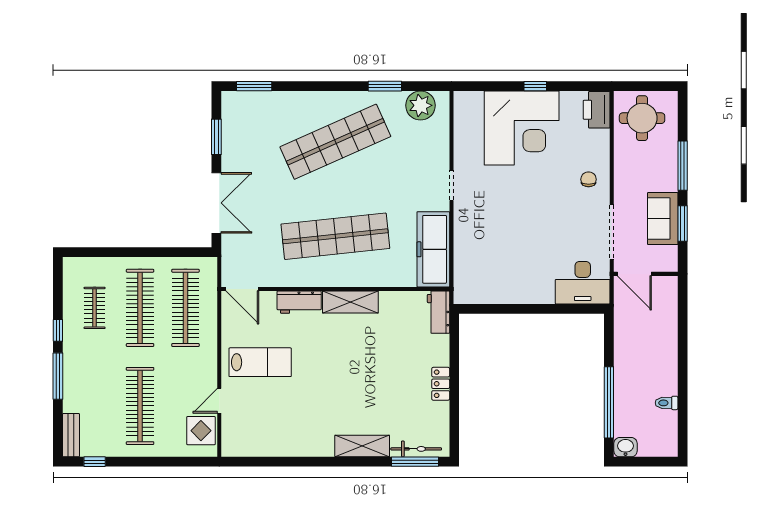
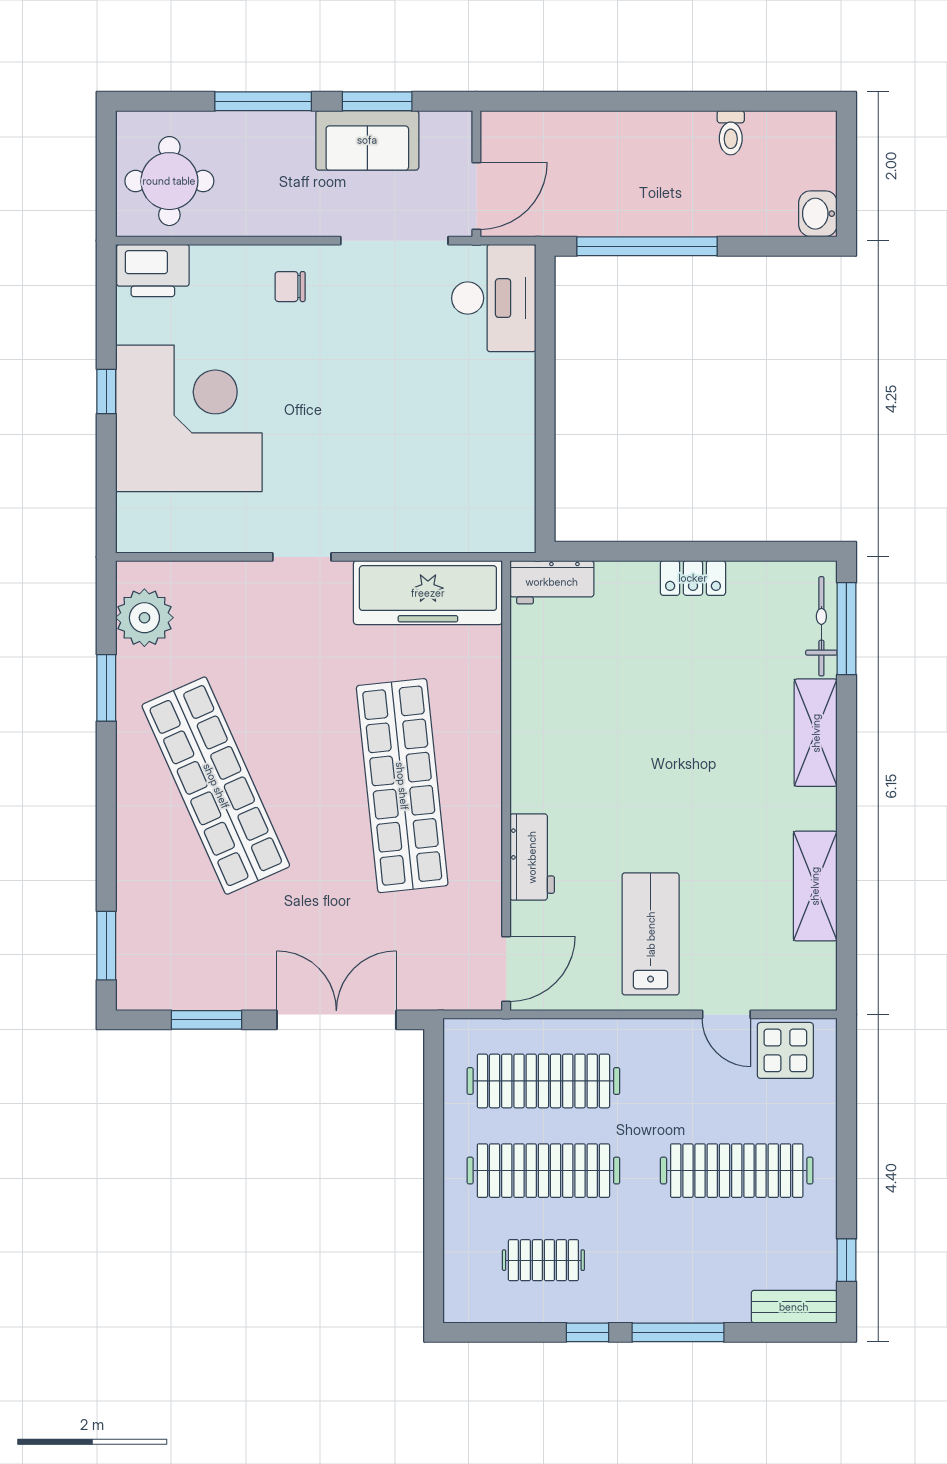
shelving: (350, 302) -> (815, 886), moved
window: (609, 402) -> (647, 246), moved

